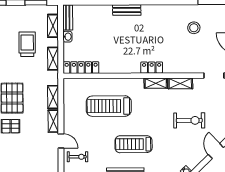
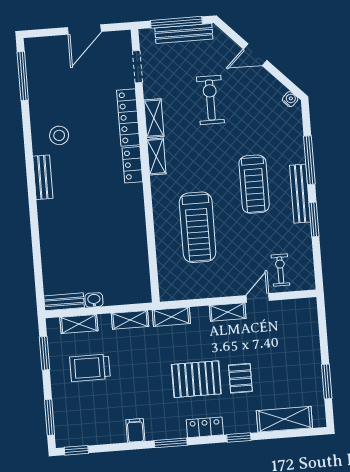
bench: (127, 10) -> (43, 177), moved
stool: (194, 28) -> (59, 135), moved
trolley: (27, 44) -> (90, 368), moved
locker: (81, 68) -> (128, 117), moved
shelving: (53, 97) -> (171, 317), moved

